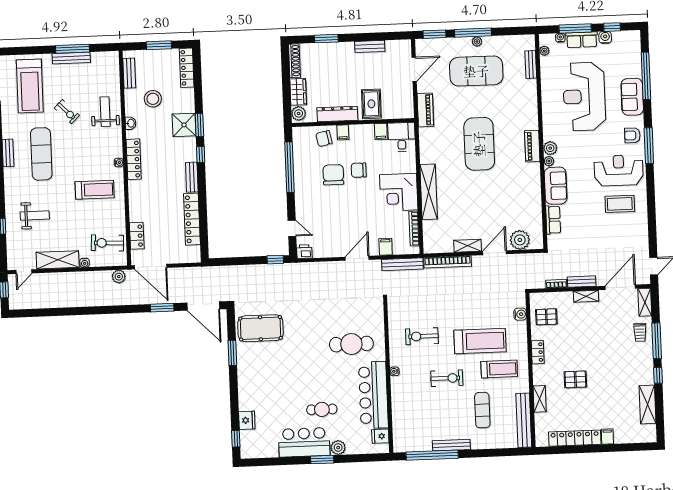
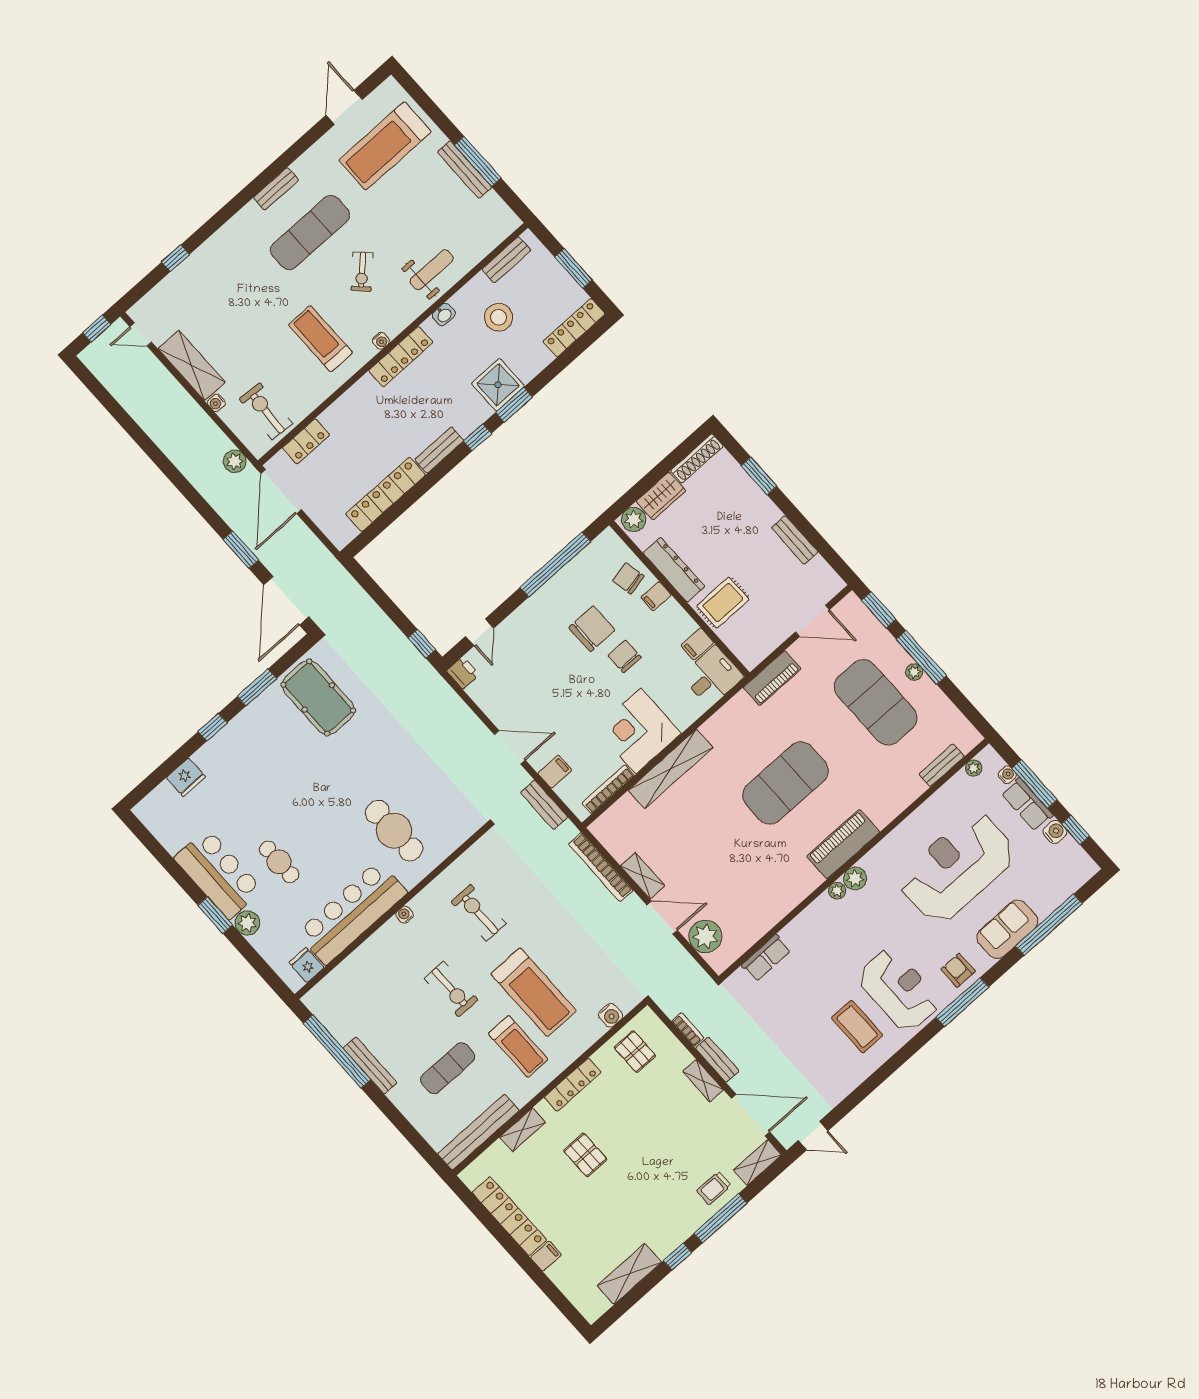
exercise bike: (67, 112) -> (362, 272), moved
piano: (532, 146) -> (843, 844), width x1.37, depth x1.33
sofa: (556, 186) -> (813, 925), removed
treadmill: (95, 190) -> (321, 339), turned 180
weight bench: (35, 215) -> (224, 289), removed
bench: (402, 264) -> (544, 805), width x0.73
locker: (538, 352) -> (573, 1085), width x1.53
window: (236, 439) -> (213, 727), moved

